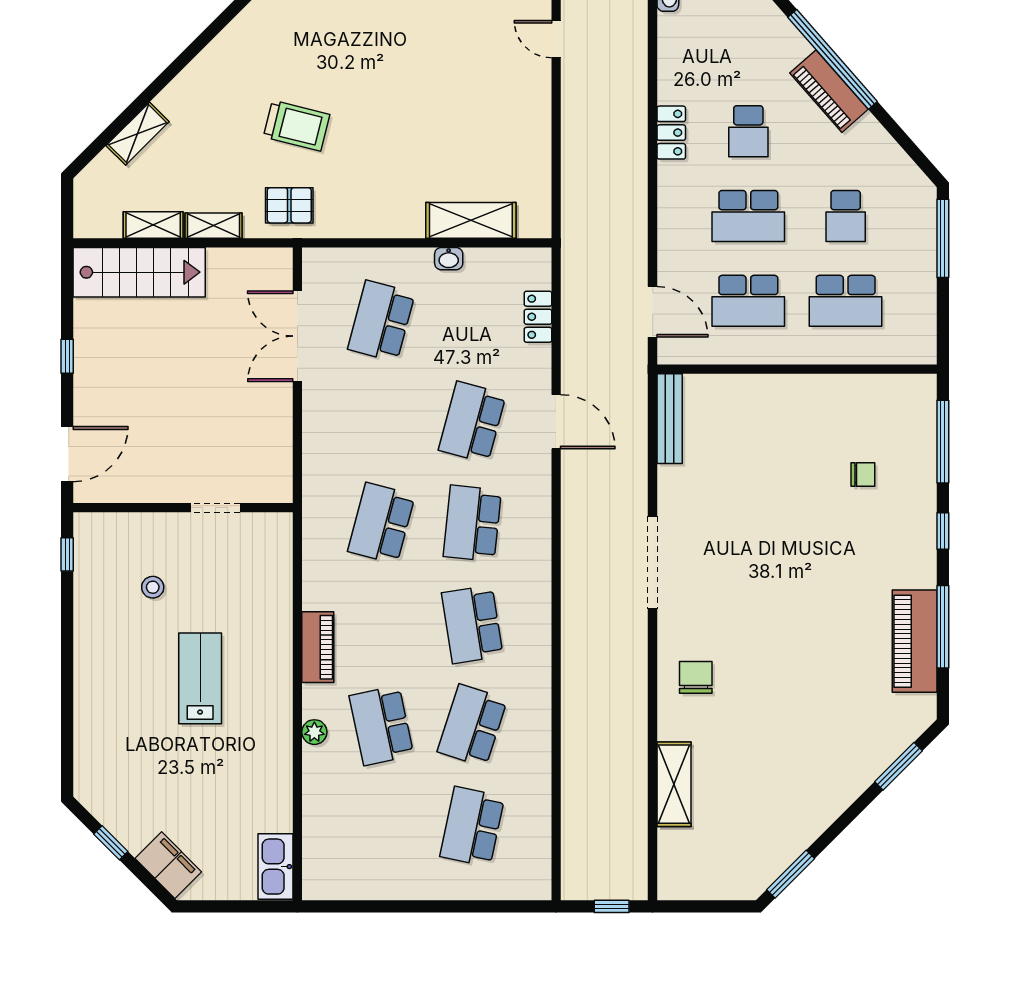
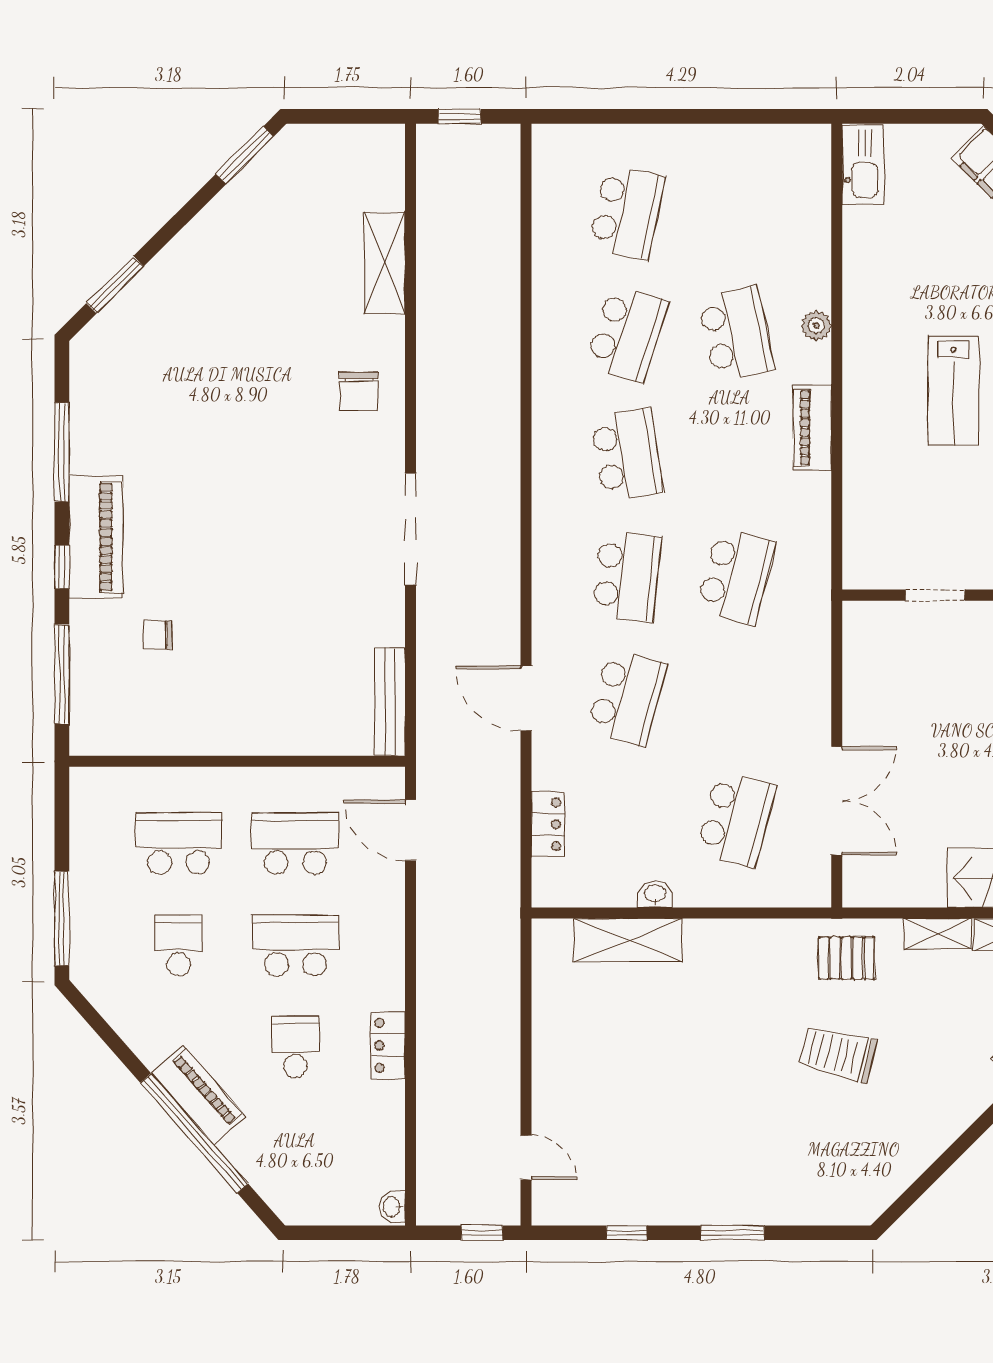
piano: (915, 641) -> (96, 537), moved

